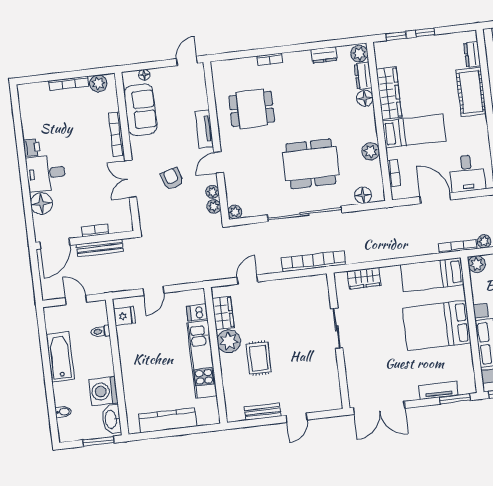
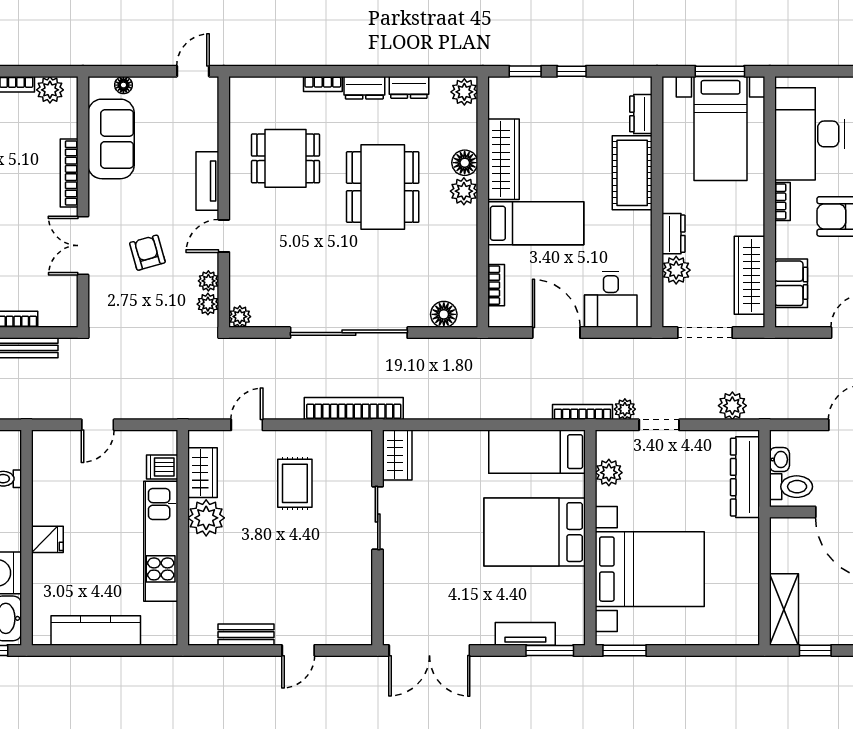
dresser: (363, 76) -> (364, 88), moved, turned -90
plant: (371, 151) -> (464, 191), moved
dining table: (311, 164) -> (383, 187), moved, turned 90
plant: (477, 264) -> (609, 473), moved
wardrobe: (364, 278) -> (397, 455), moved, turned -90
fridge: (124, 316) -> (47, 539), moved
rug: (259, 358) -> (295, 483), moved

